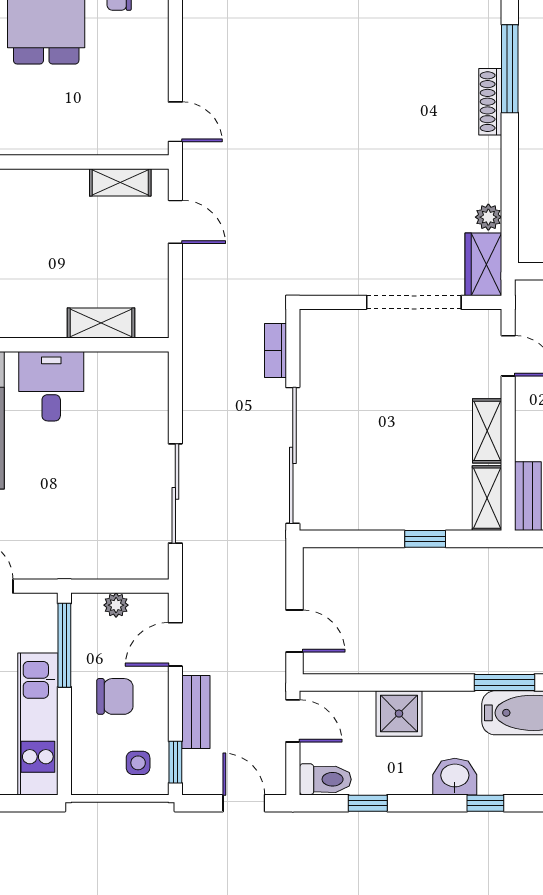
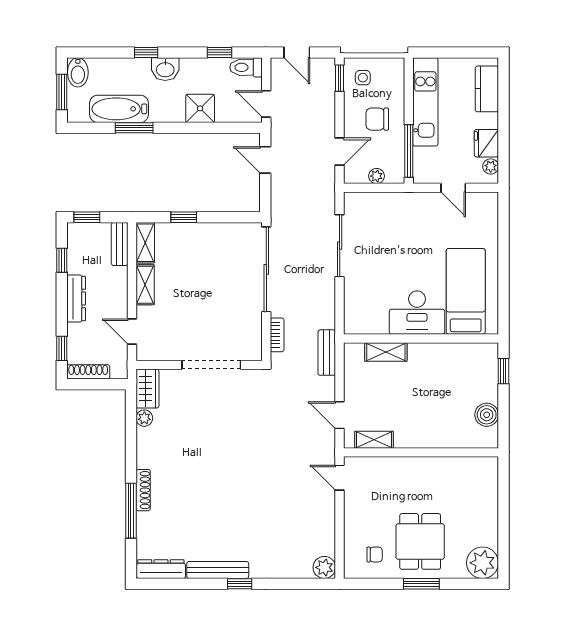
doorway: (414, 302) -> (211, 365), moved
desk: (51, 386) -> (417, 313), width x1.37
bench: (196, 712) -> (327, 353), moved

